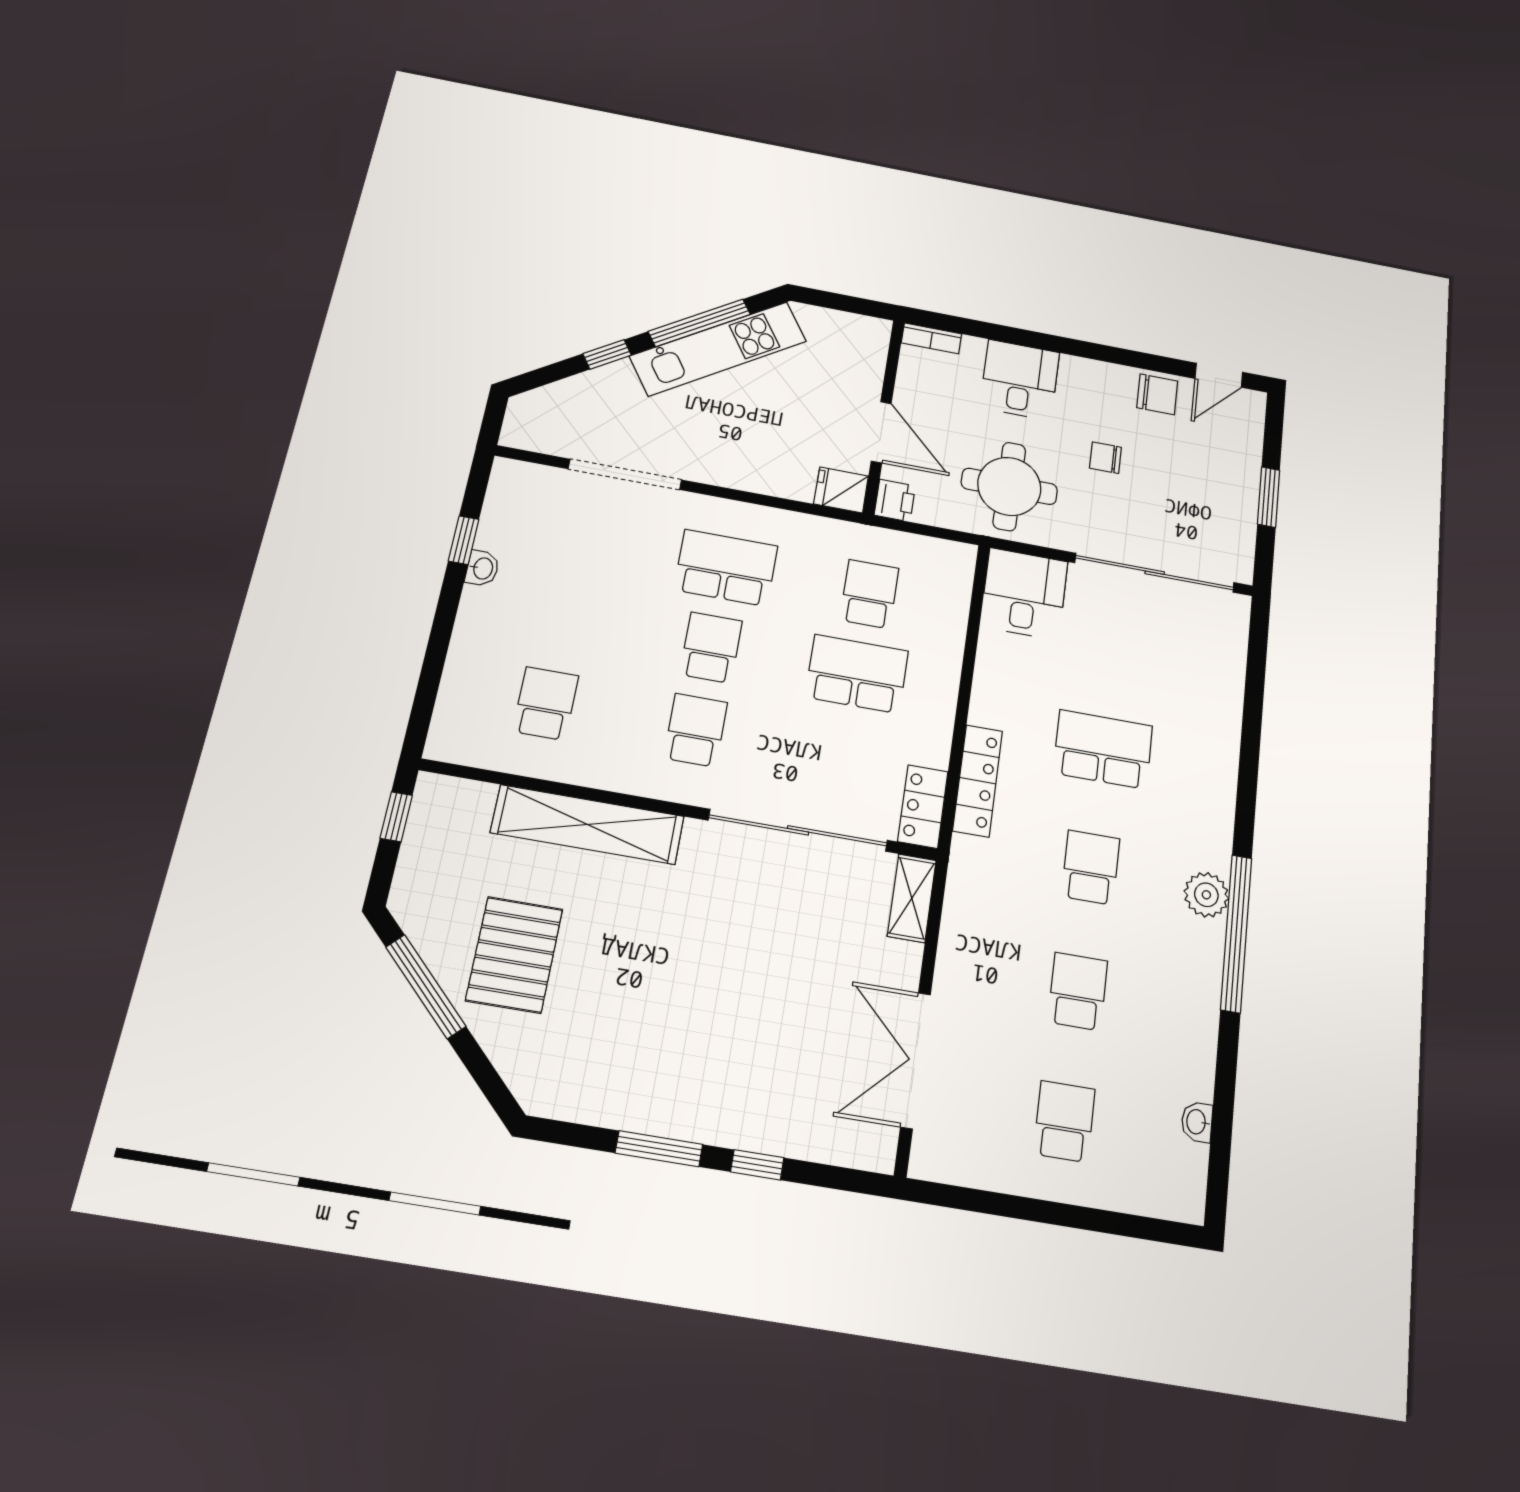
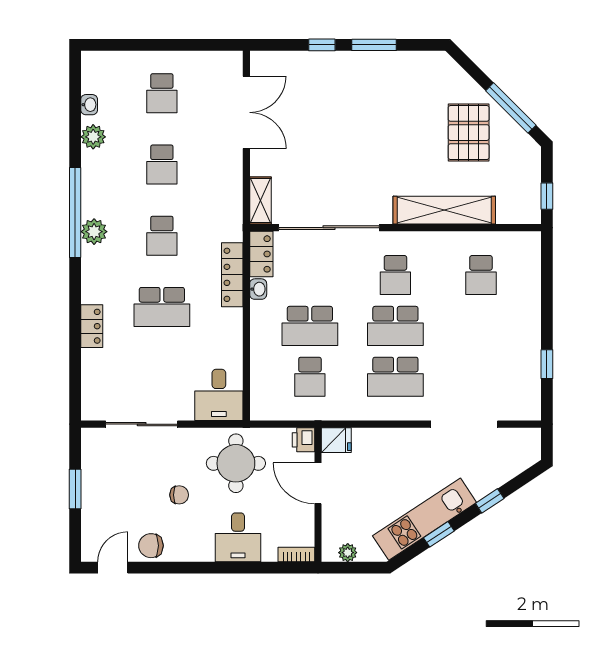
window: (700, 323) -> (439, 534), width x0.46
plant: (850, 325) -> (348, 553), added
washbasin: (482, 568) -> (258, 289), moved, turned 180
sliding door: (1155, 573) -> (142, 424), width x0.73
school desk: (711, 648) -> (395, 326), width x1.85
locker: (1223, 739) -> (92, 326), added
plant: (1194, 1062) -> (93, 137), added

